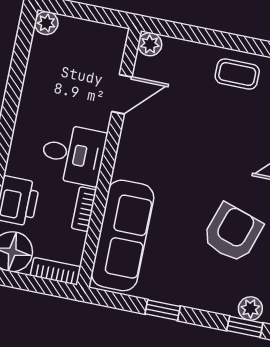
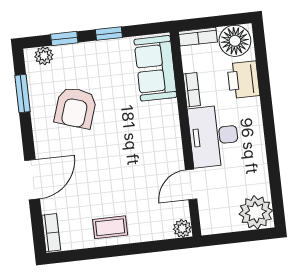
plant: (46, 23) -> (256, 212), width x1.88, depth x1.88
desk: (73, 154) -> (214, 136), width x1.37
sofa: (123, 235) -> (155, 68), width x0.73
window: (245, 327) -> (64, 39), moved

